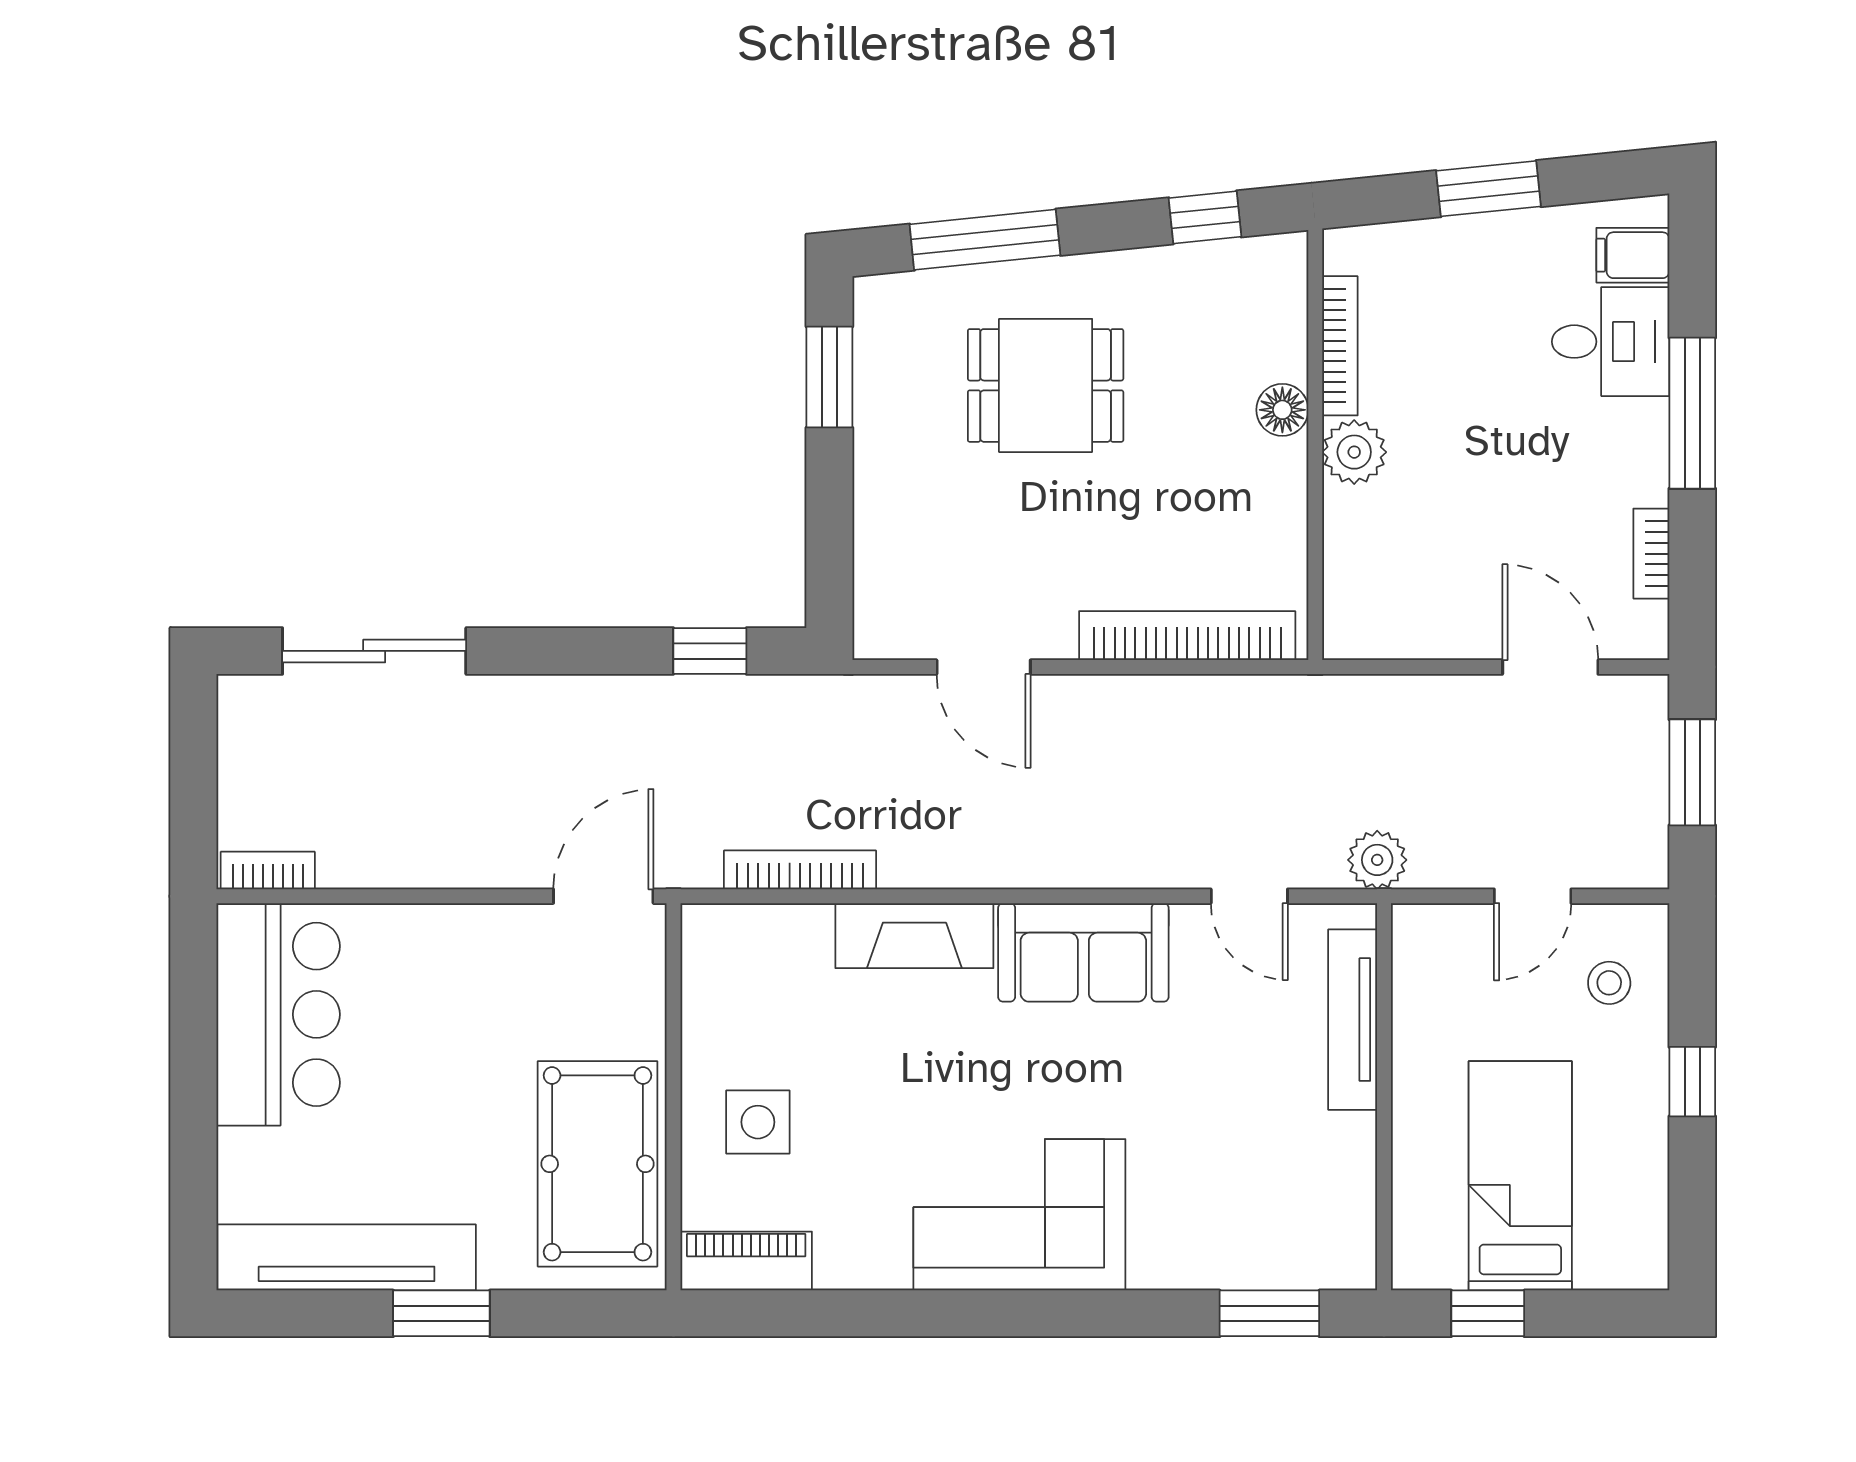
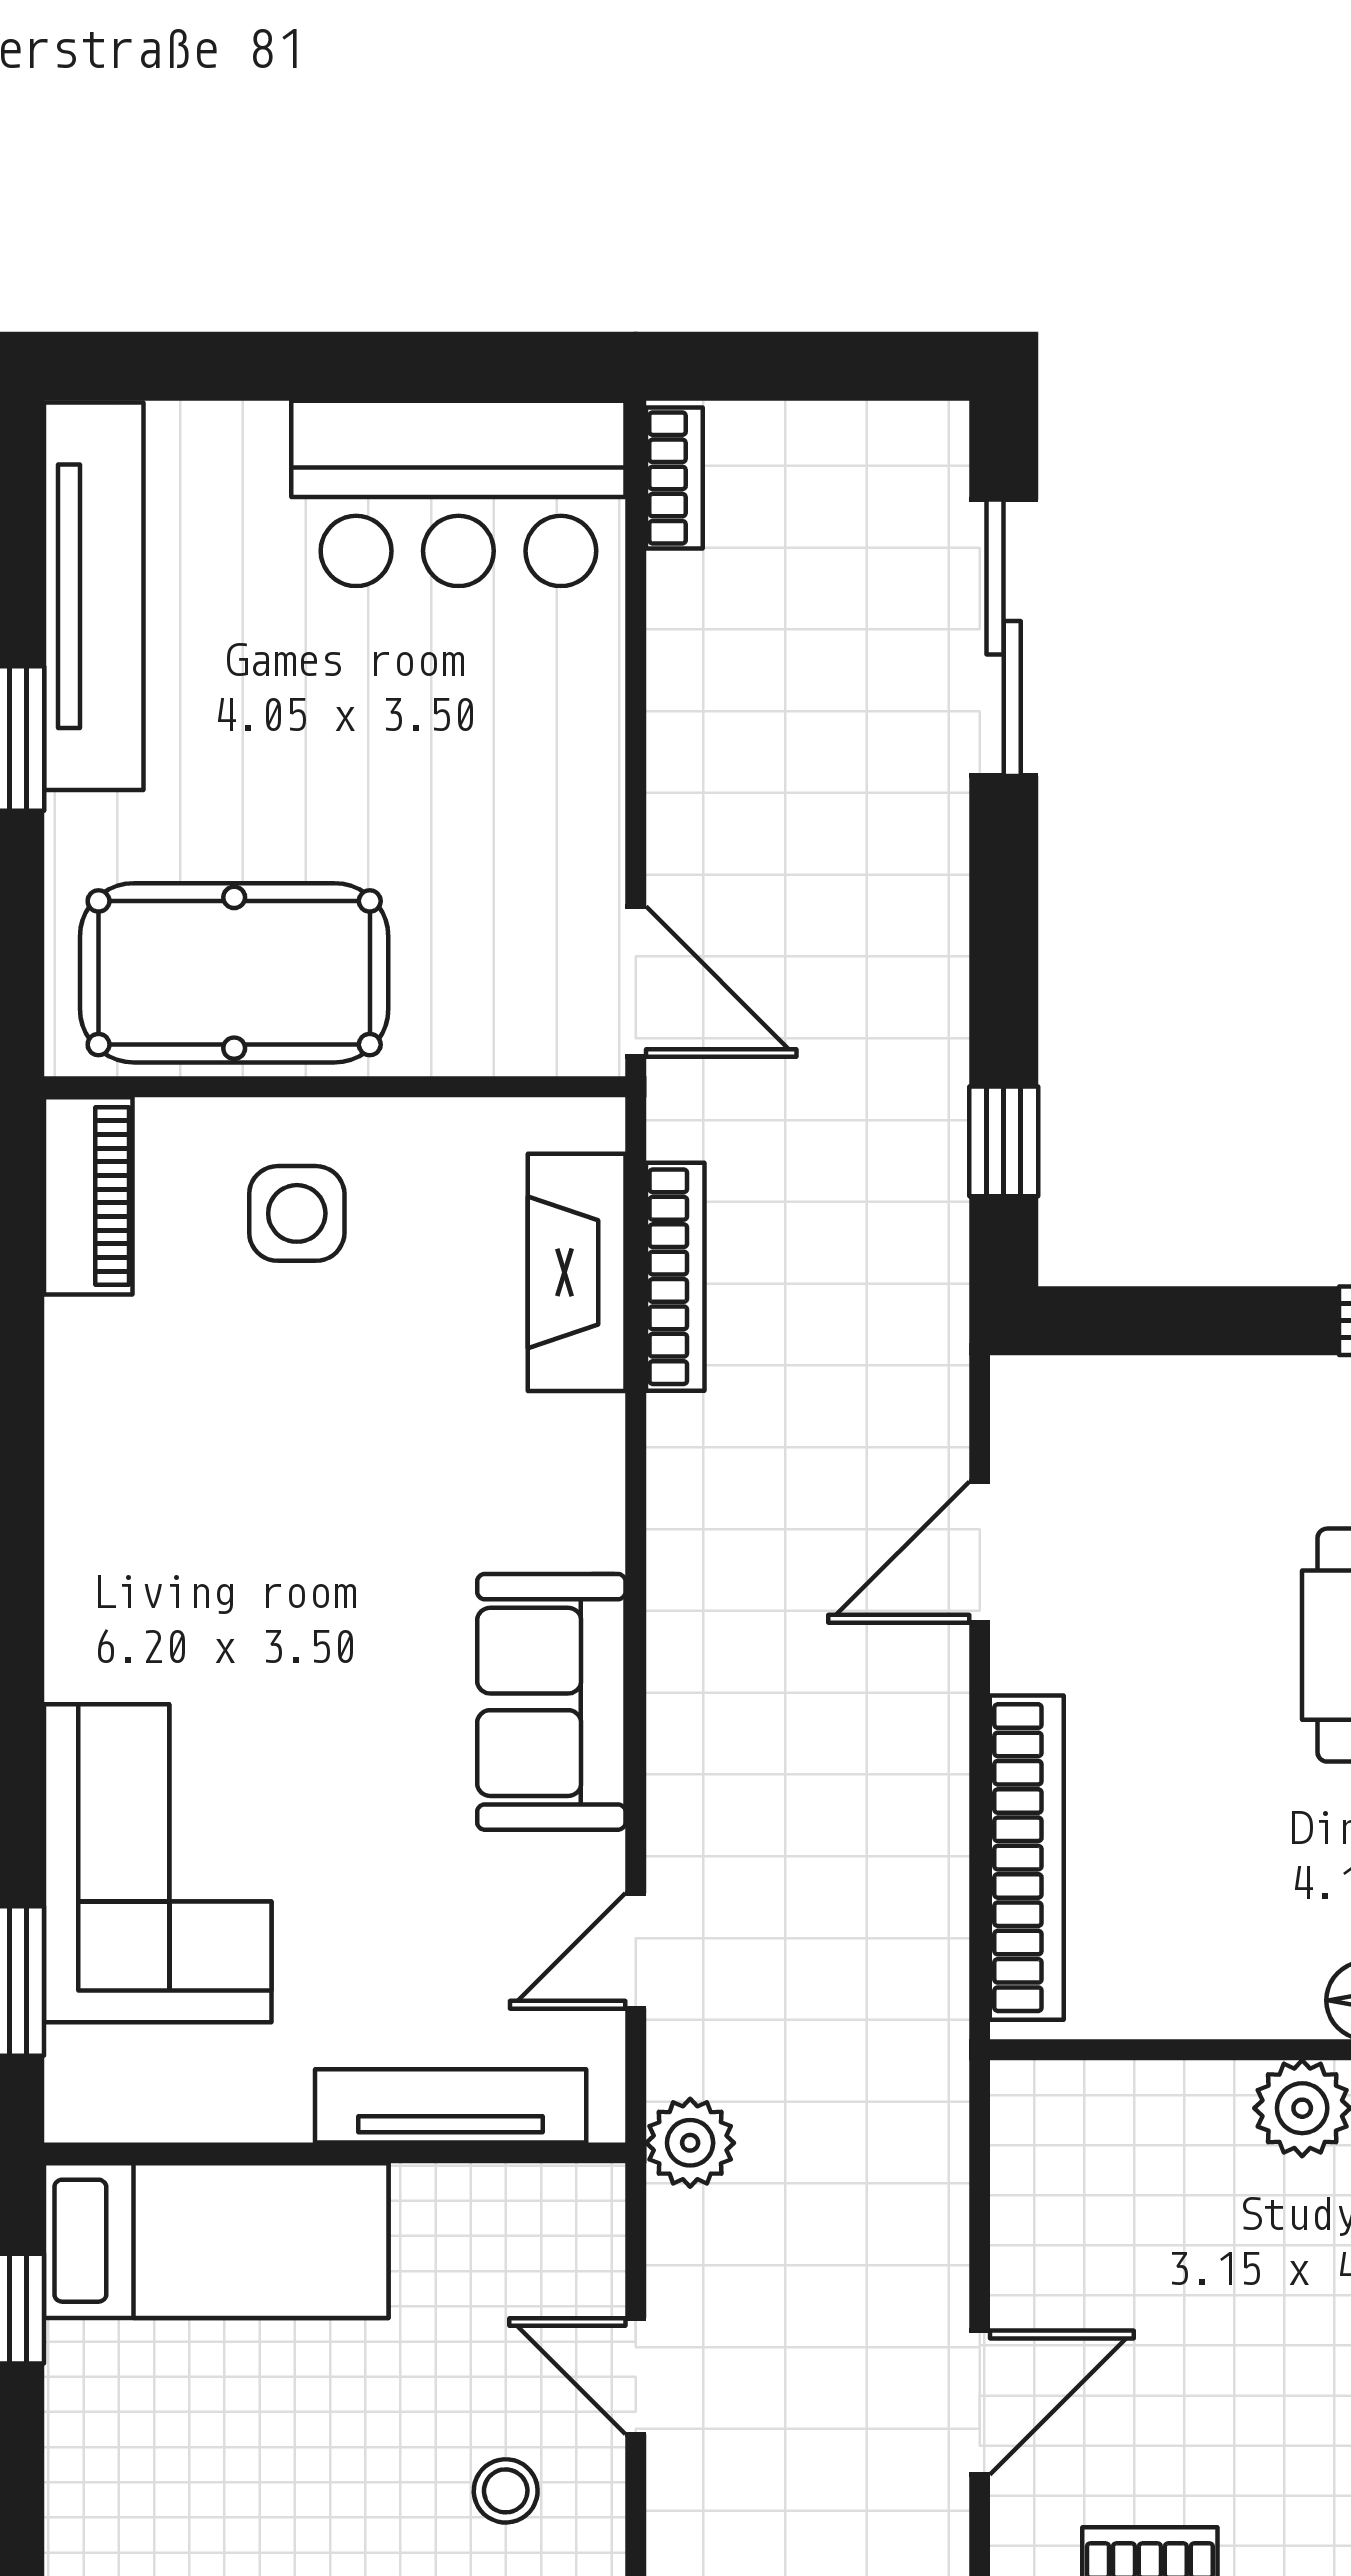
fireplace: (914, 936) -> (577, 1272), moved
bed: (1520, 1176) -> (216, 2241), moved
corner sofa: (1019, 1215) -> (158, 1863), moved

